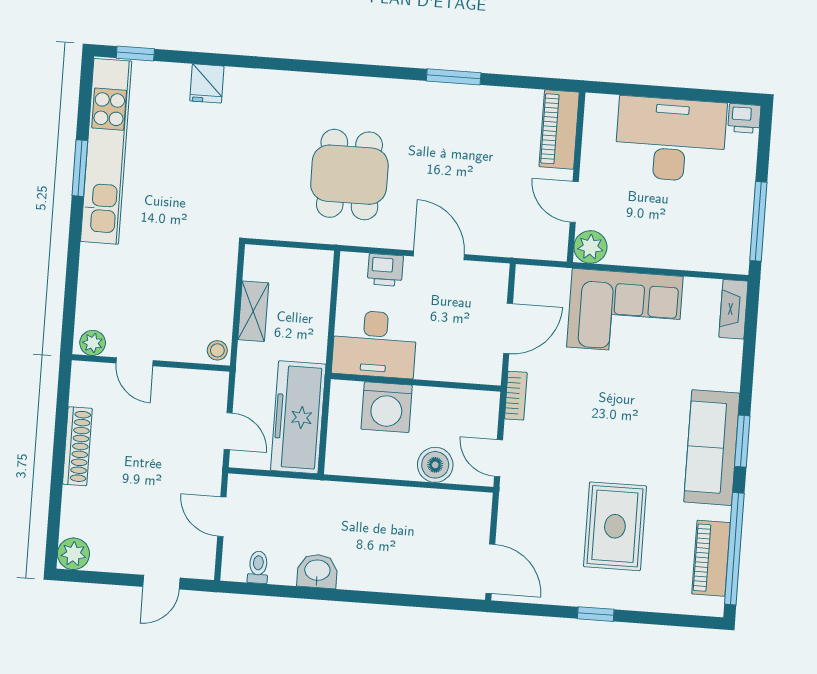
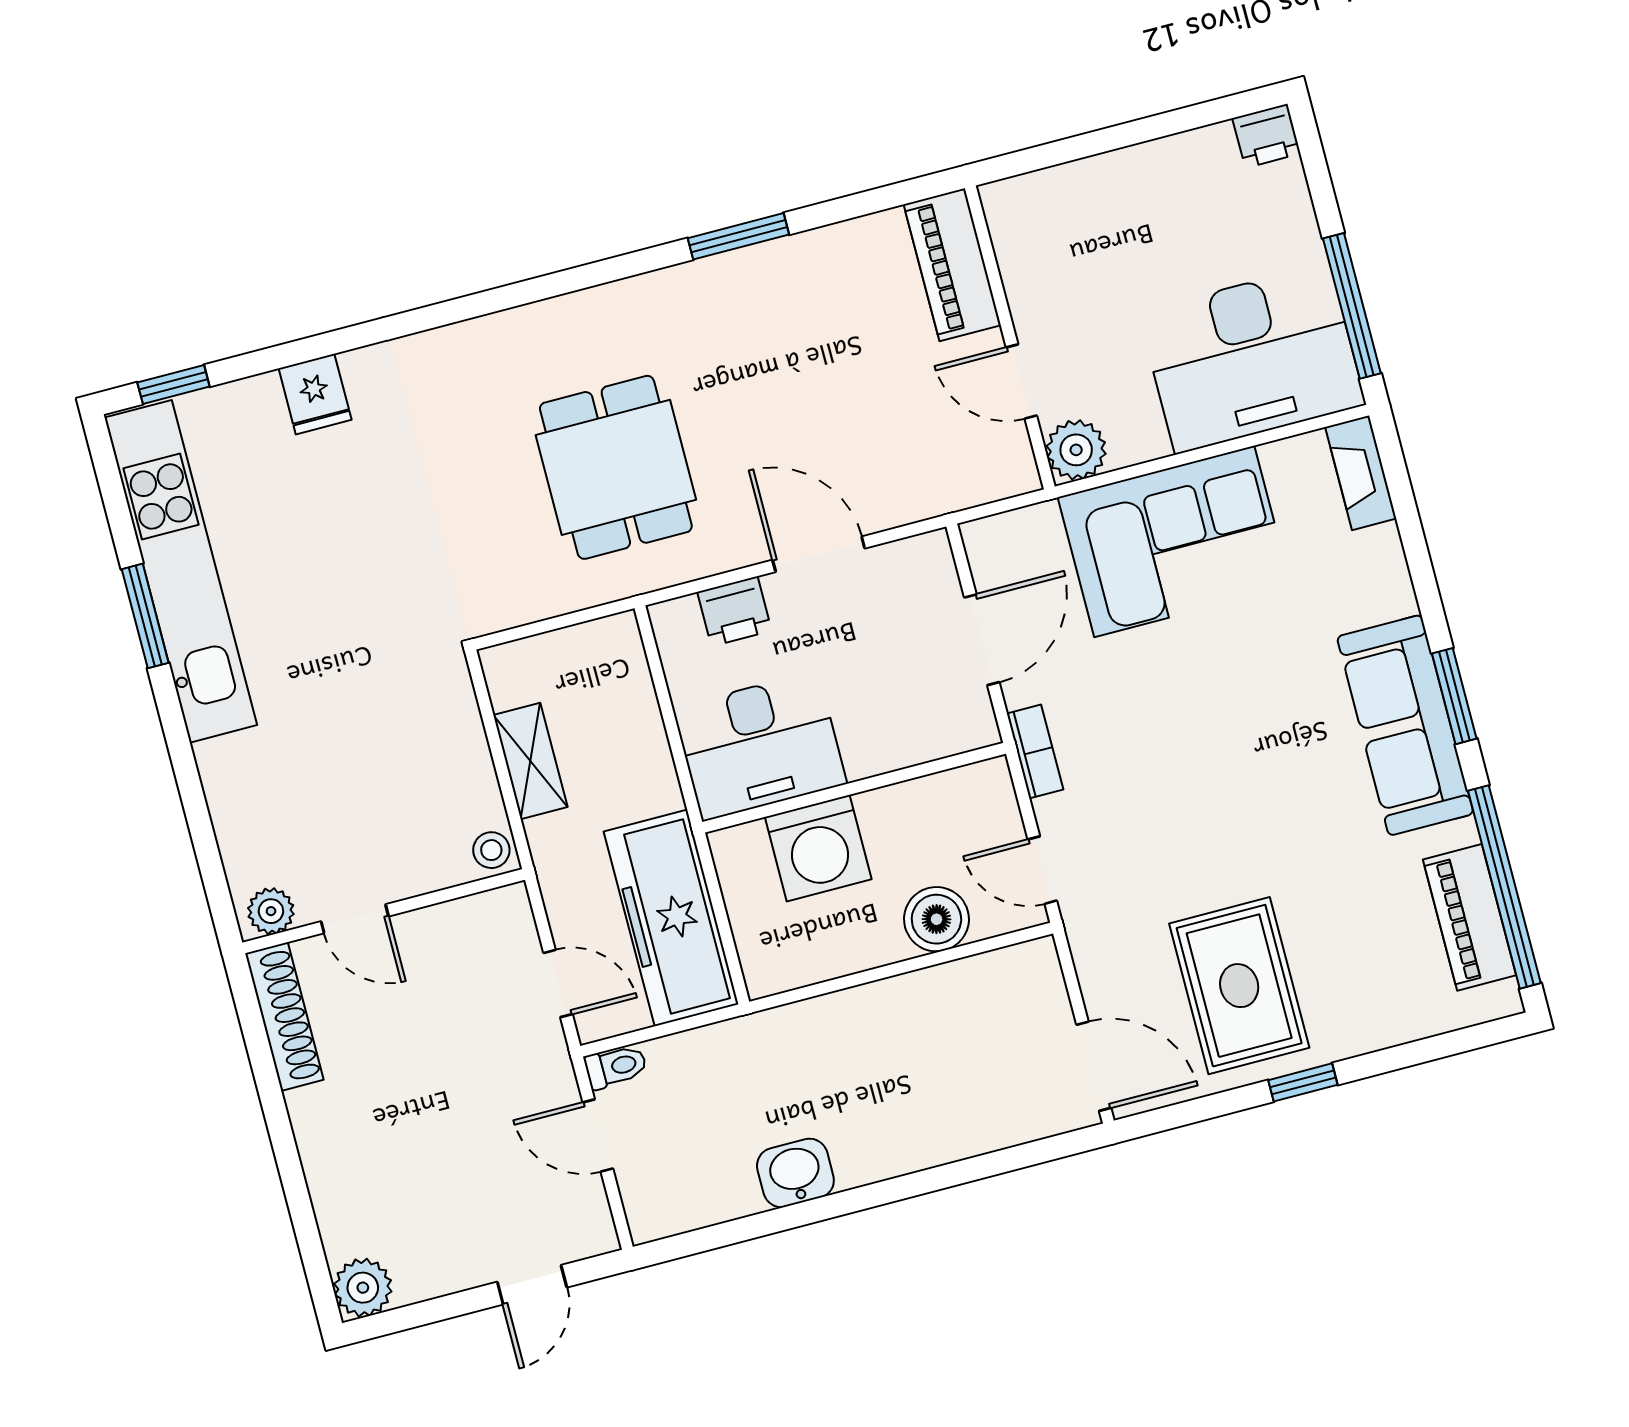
desk: (671, 139) -> (1252, 358), moved, turned 180
shoe rack: (77, 446) -> (284, 1017), moved
rug: (615, 526) -> (1239, 986), moved
toilet: (258, 567) -> (616, 1067), moved, turned 90

